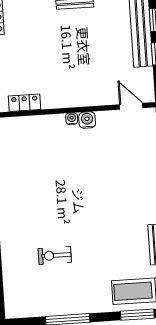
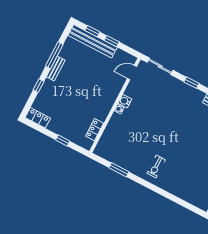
exercise bike: (55, 255) -> (156, 167), moved

